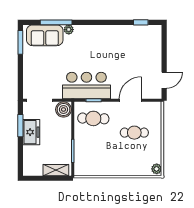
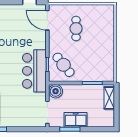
door: (130, 100) -> (47, 20), moved
cafe table: (93, 118) -> (63, 65), turned -41
plant: (157, 169) -> (108, 9), removed

